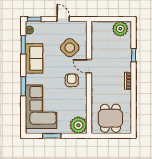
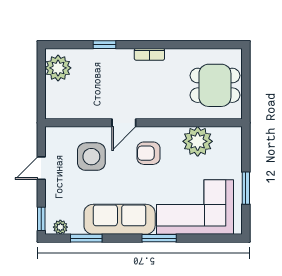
side table: (70, 48) -> (91, 157), turned 45
sofa: (34, 58) -> (120, 219), width x1.36
plant: (78, 125) -> (198, 141), moved

